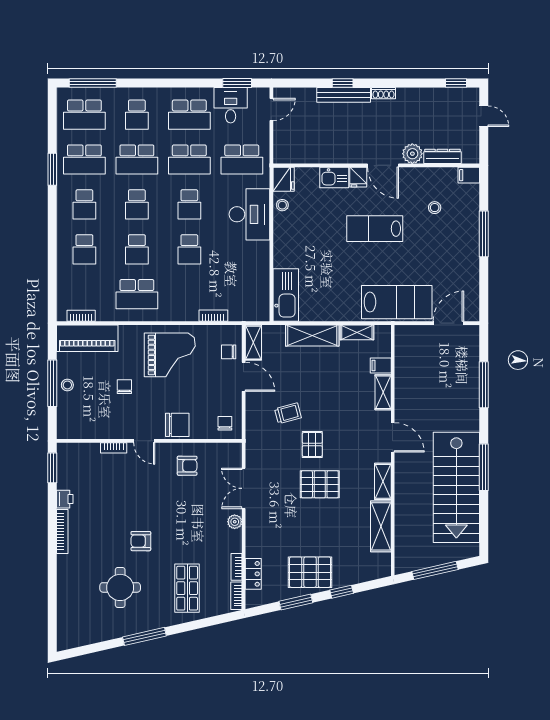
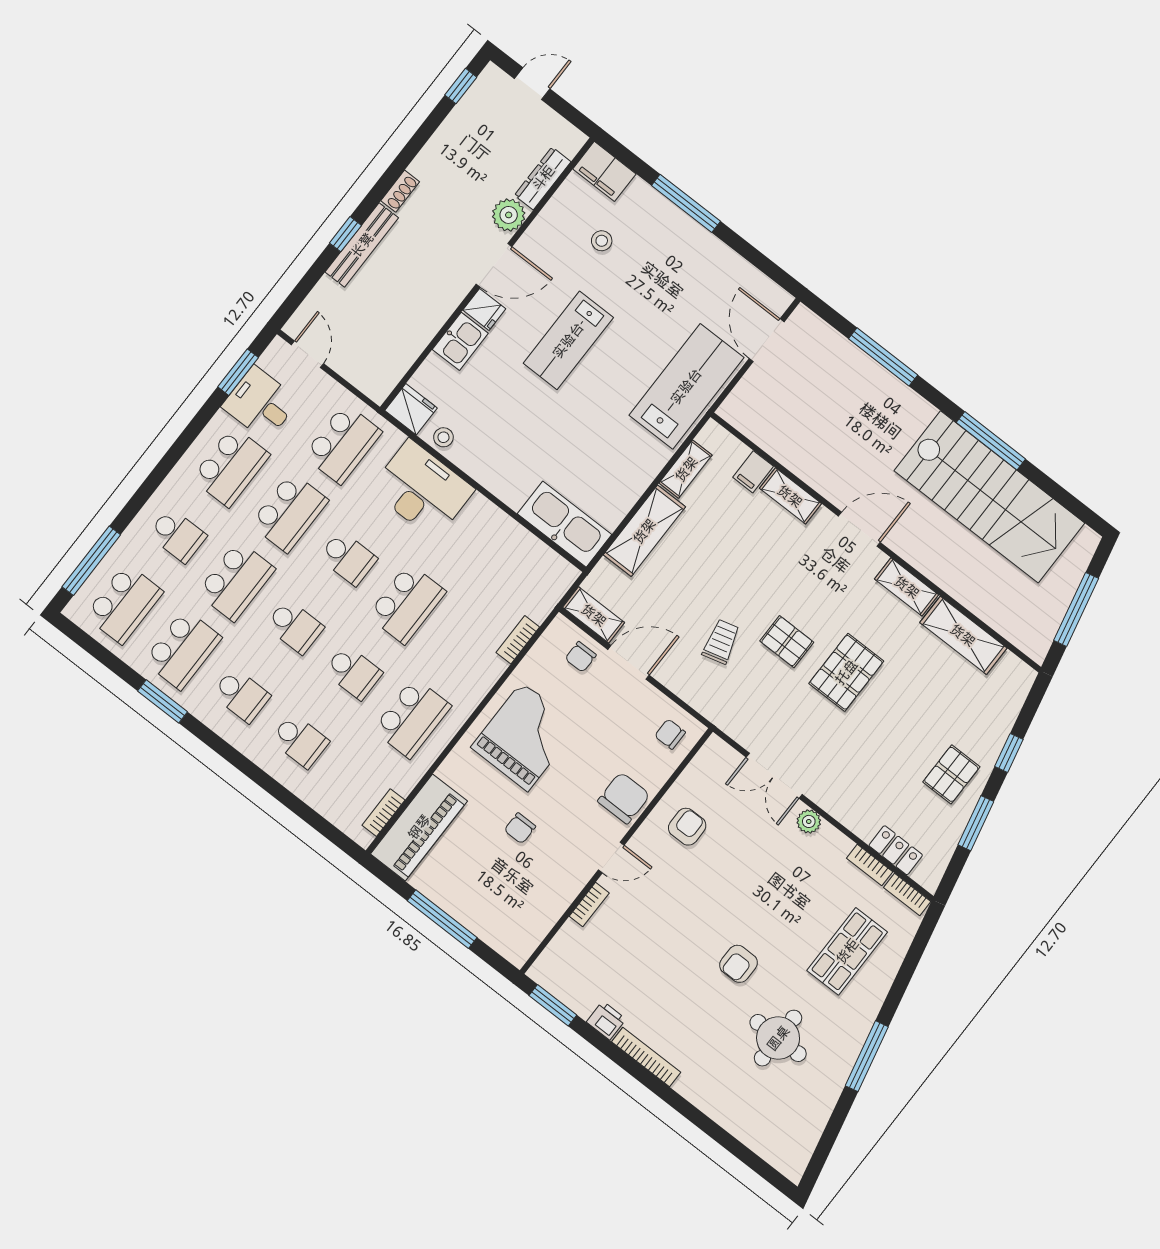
filing cabinet: (469, 175) -> (604, 171), width x2.00
school desk: (189, 249) -> (407, 604), width x1.85
stool: (67, 385) -> (460, 901), removed
chair: (124, 387) -> (520, 828), turned -90
pallet: (310, 572) -> (951, 774), width x0.67, depth x0.71
shop shelf: (187, 588) -> (847, 951), turned 90

